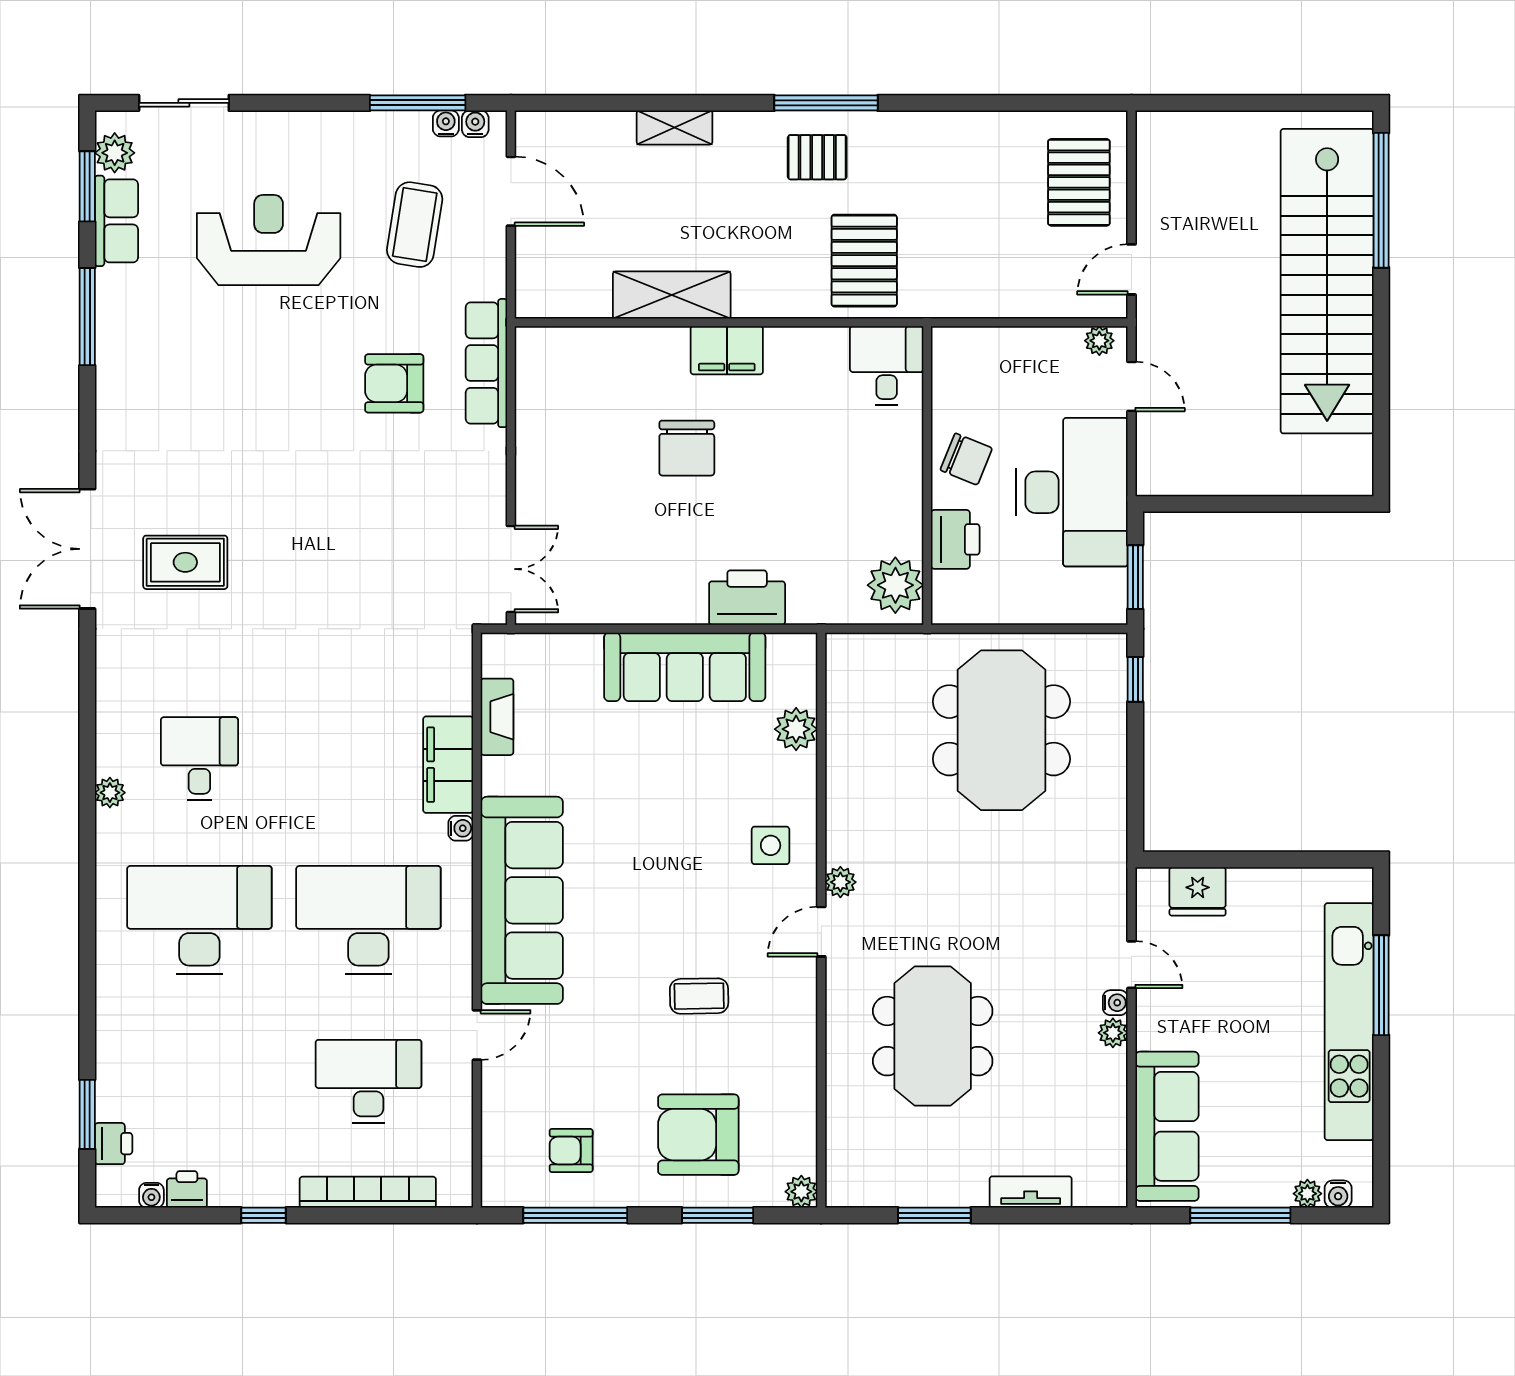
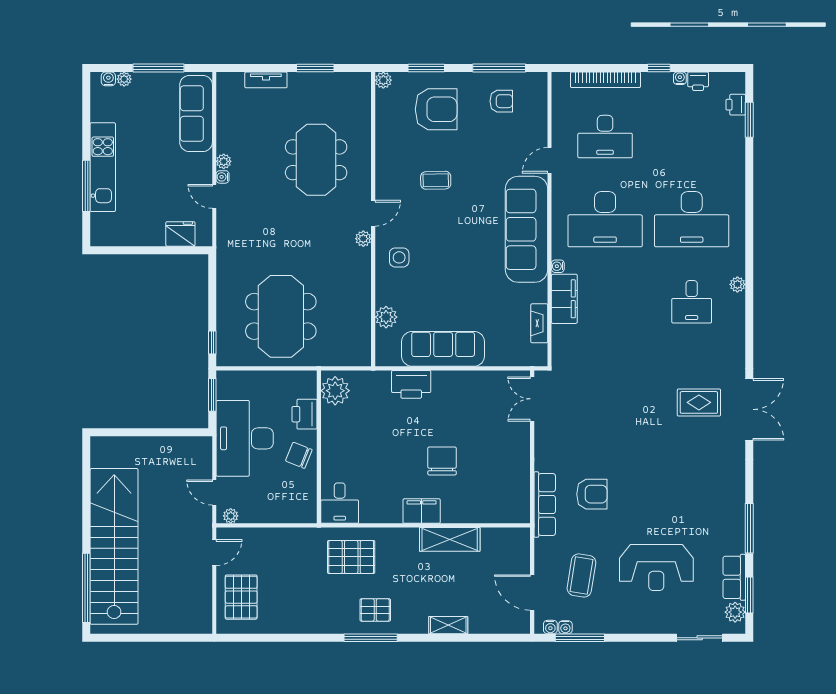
pallet: (864, 261) -> (351, 557), turned 90
kitchen unit: (1349, 1022) -> (103, 167), width x0.73
water cooler: (151, 1195) -> (680, 78), moved

